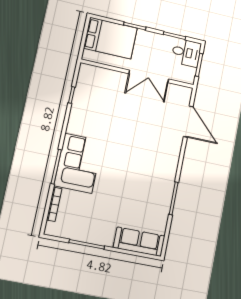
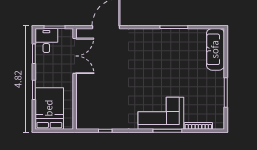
double door: (149, 76) -> (75, 56), moved

